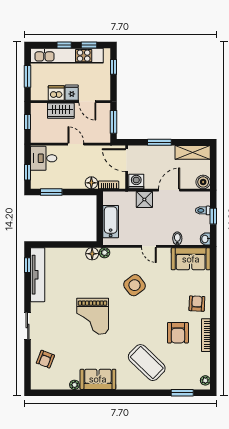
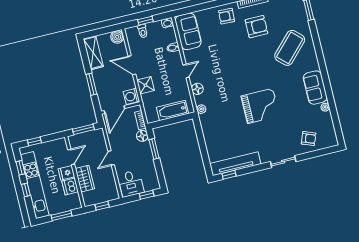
window: (51, 192) -> (154, 149), moved
floor lamp: (92, 254) -> (197, 89), moved
side table: (135, 285) -> (224, 75), removed

